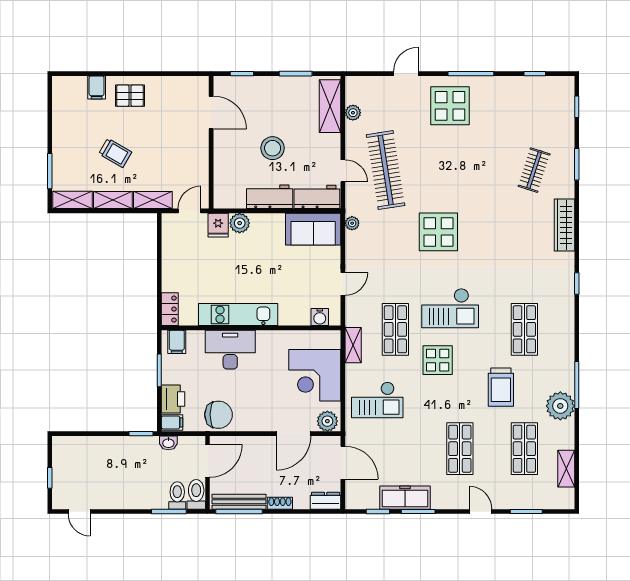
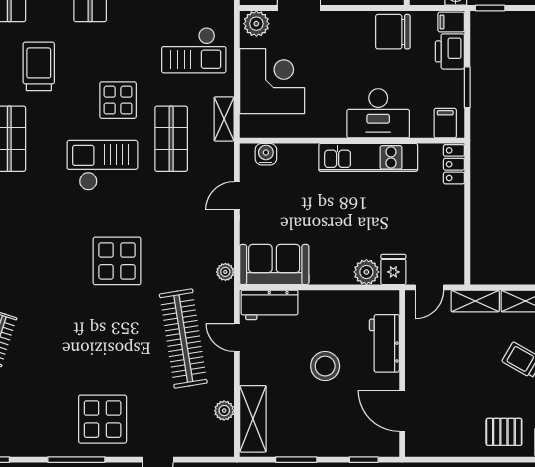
workbench: (270, 197) -> (384, 343), moved, turned 90
checkout: (377, 400) -> (194, 50), turned 180

